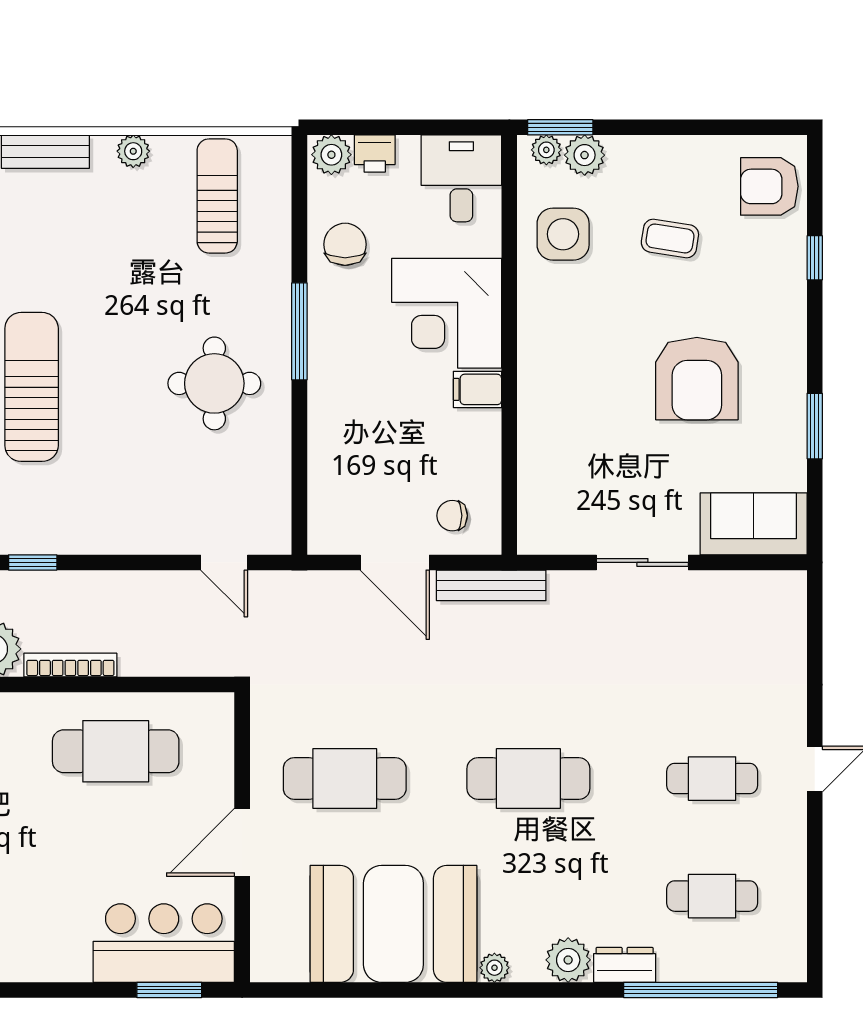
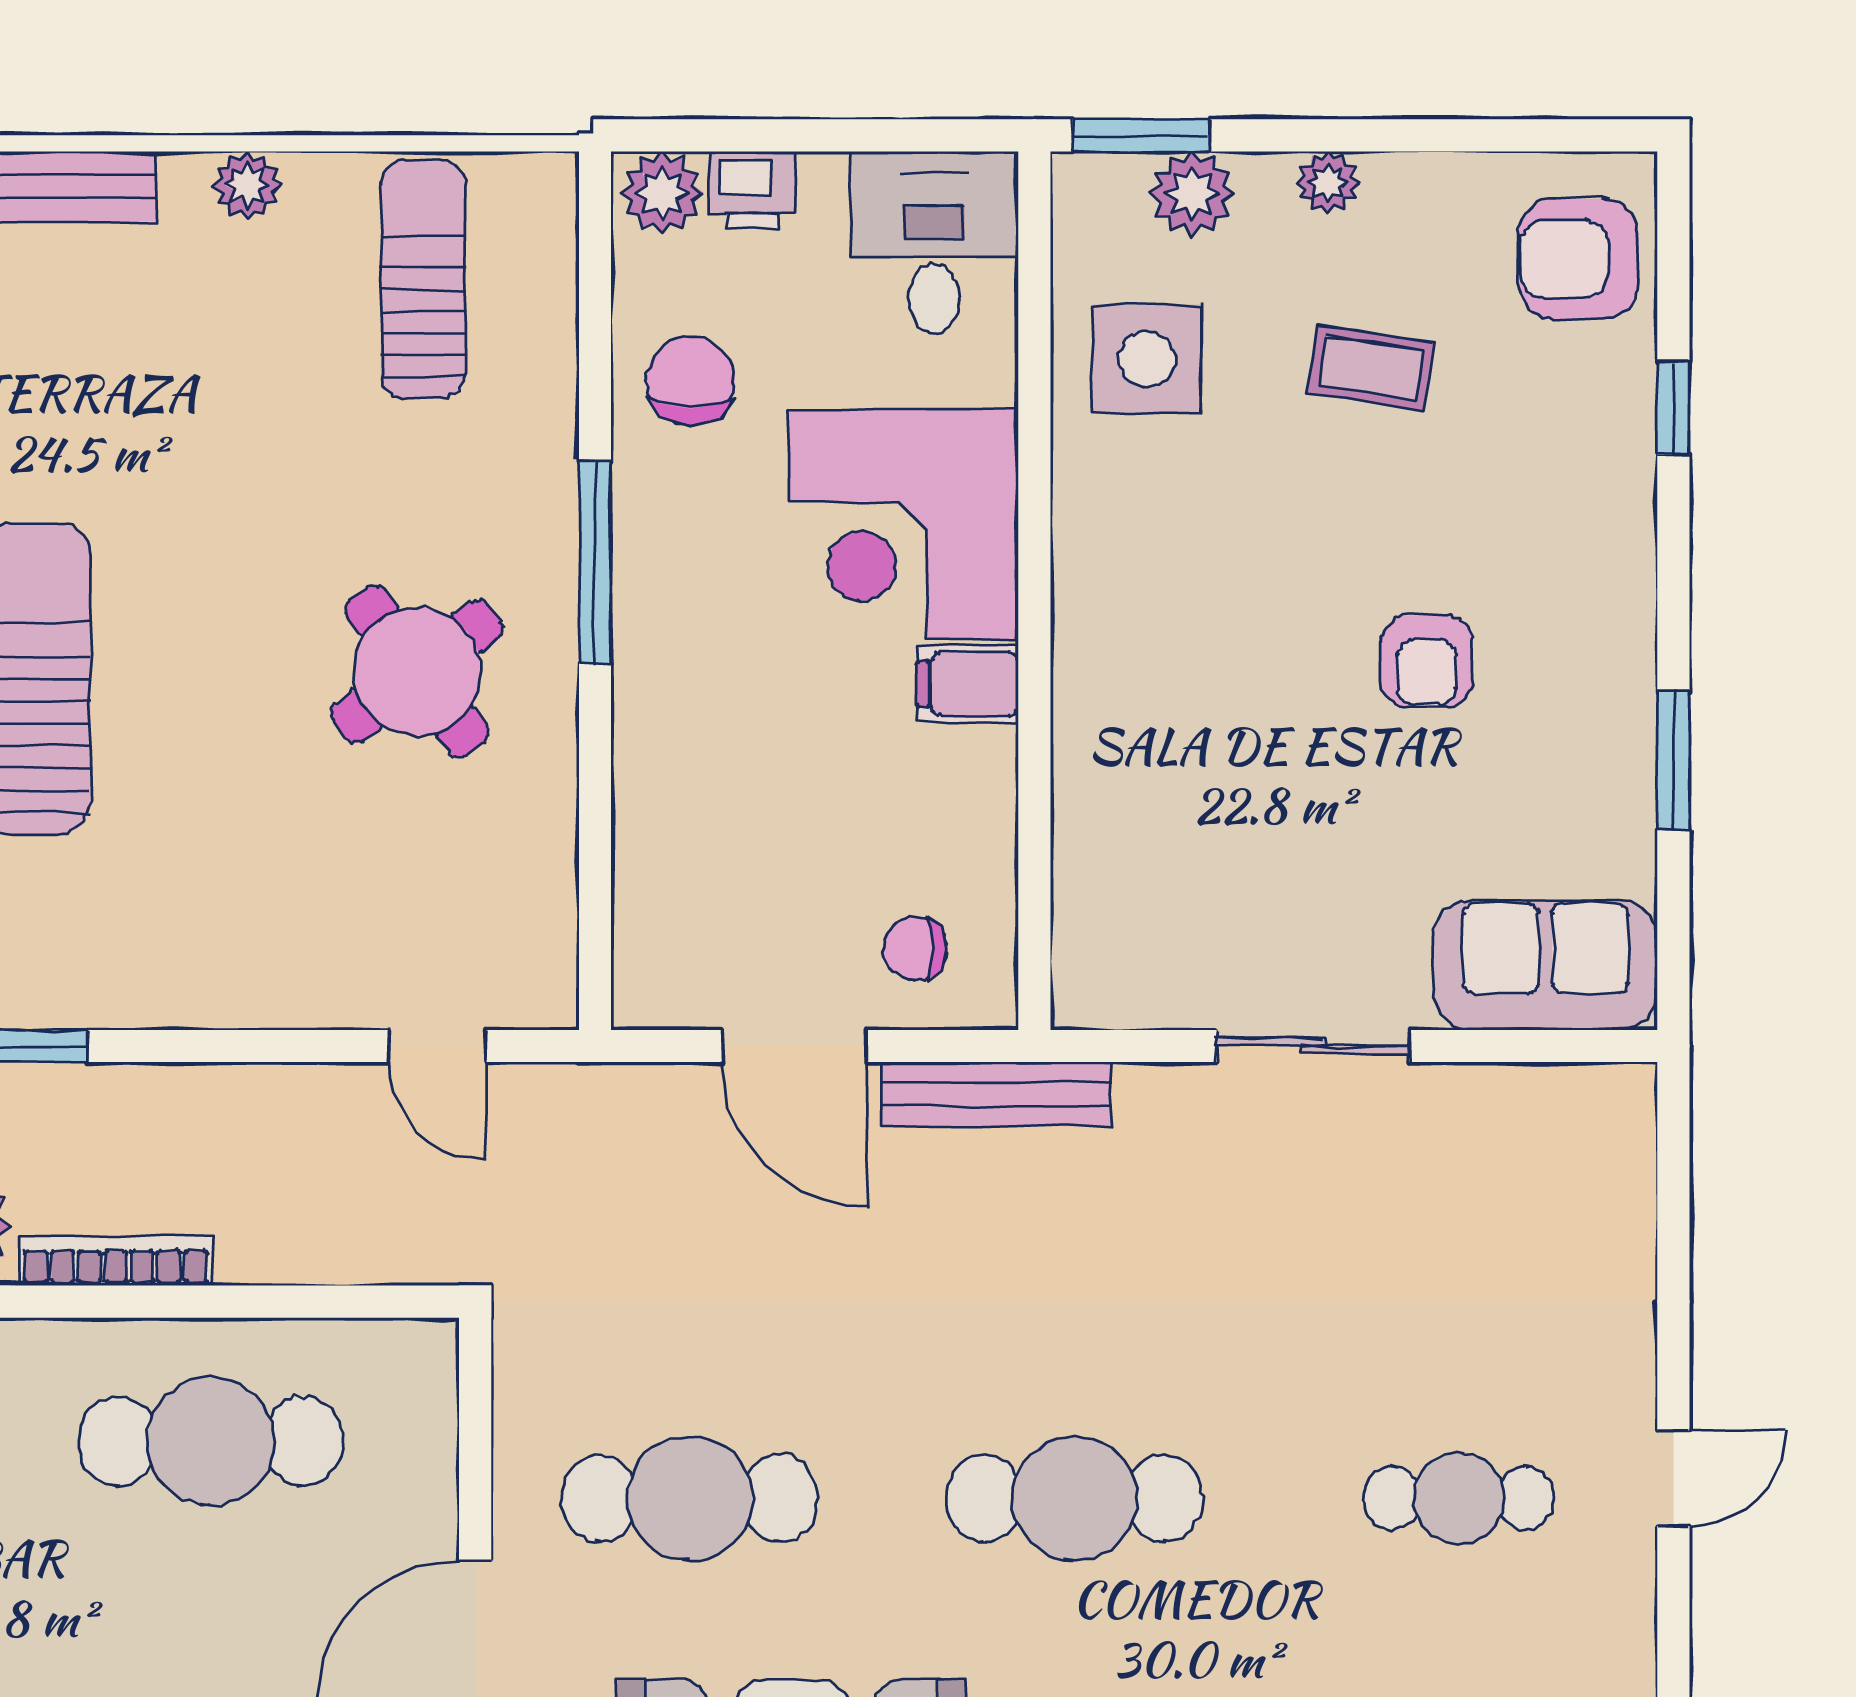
plant: (546, 150) -> (1328, 183), moved
armchair: (697, 379) -> (1427, 661), width x0.53, depth x0.53
round table: (214, 383) -> (417, 671), turned -37

